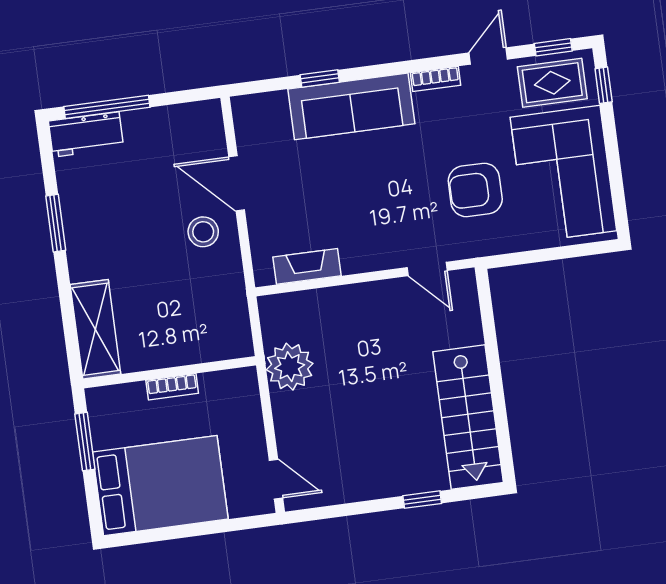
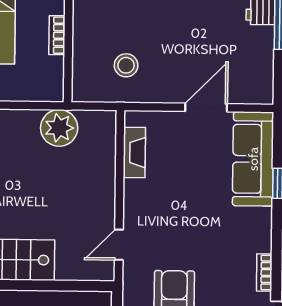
sofa: (351, 106) -> (253, 159), moved
stool: (203, 232) -> (126, 65), moved

